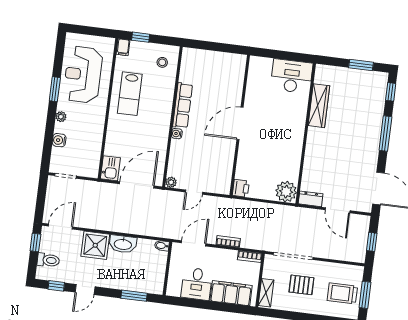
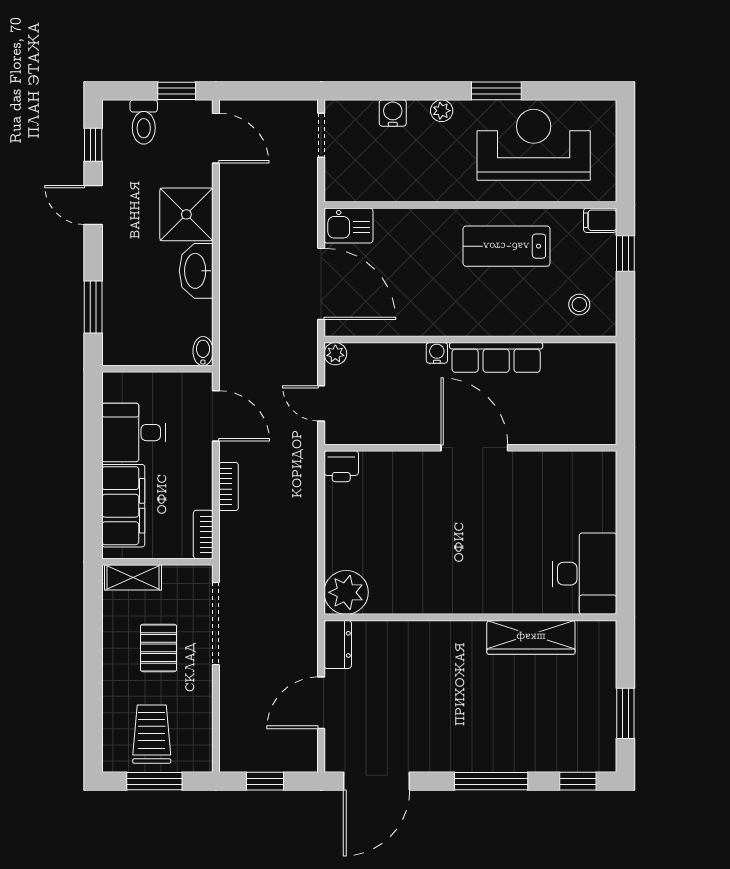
door: (240, 123) -> (474, 448), moved
wall: (240, 125) -> (470, 448), moved
printer: (241, 188) -> (341, 466), moved

